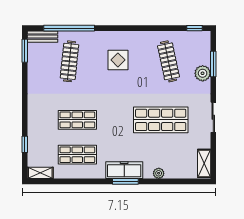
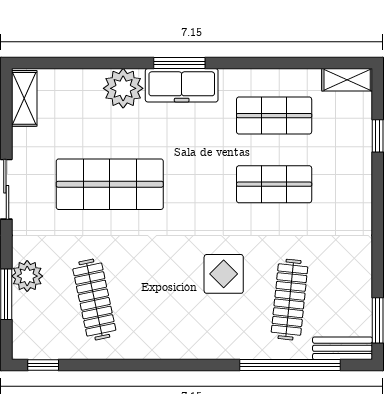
display table: (118, 60) -> (224, 274), moved
plant: (159, 173) -> (123, 88), width x1.87, depth x1.87

